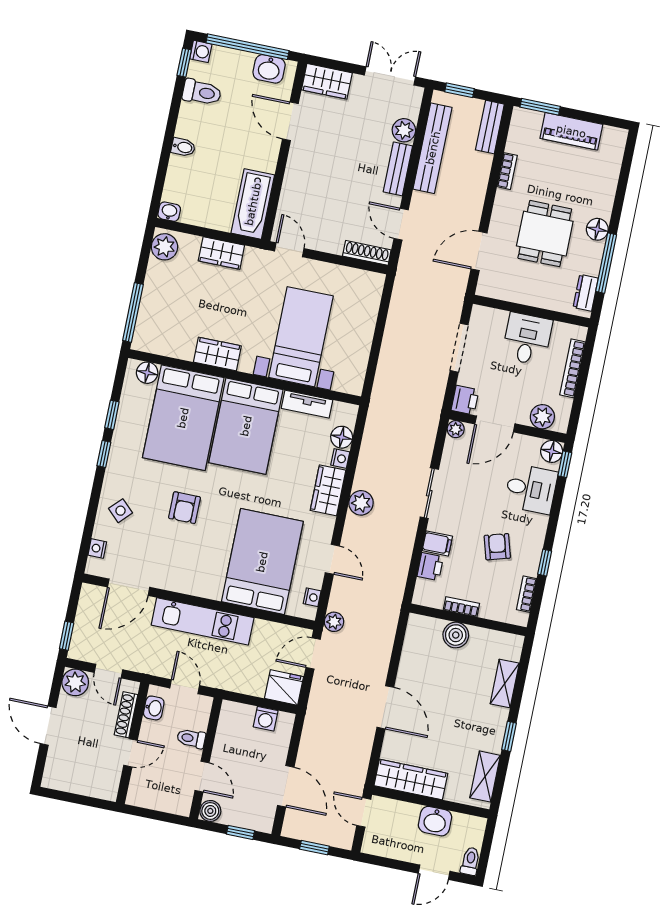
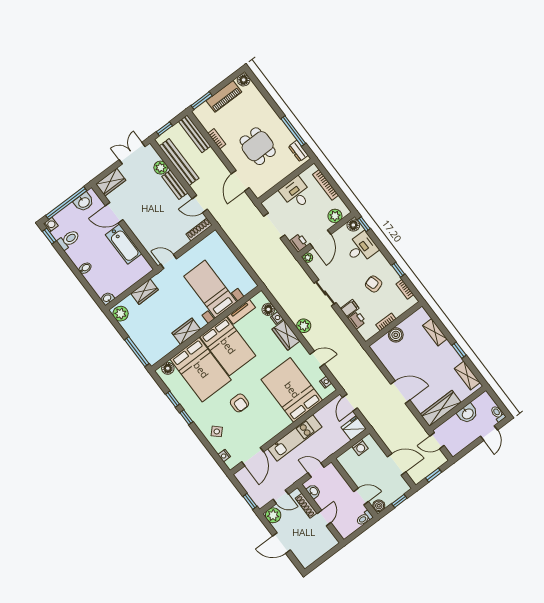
bench: (490, 127) -> (195, 134), width x1.36
bathtub: (253, 204) -> (124, 244), moved
floor lamp: (597, 229) -> (244, 80), moved
plant: (334, 622) -> (344, 382), removed
toilet: (191, 738) -> (364, 518), moved

